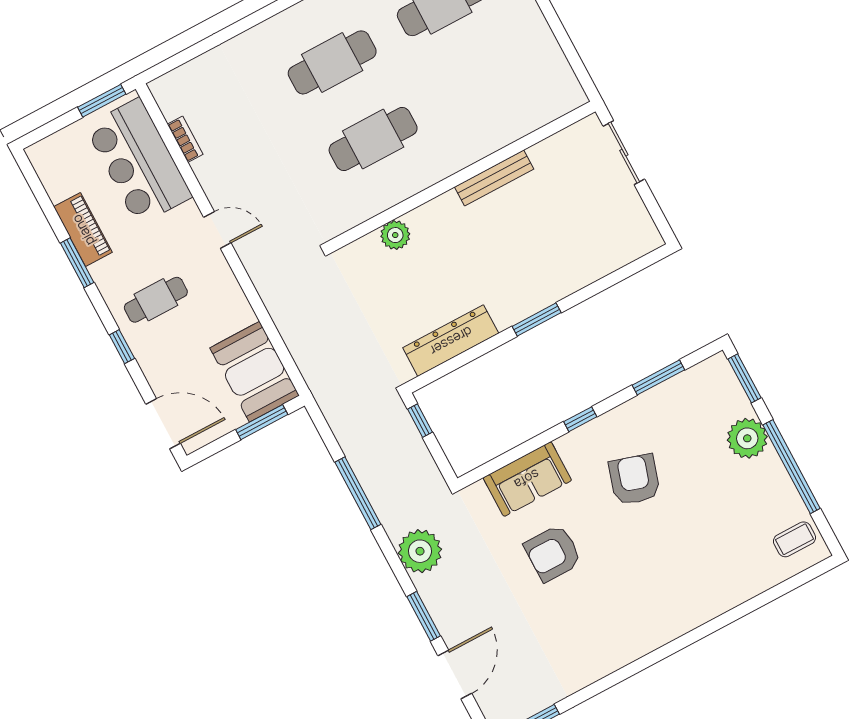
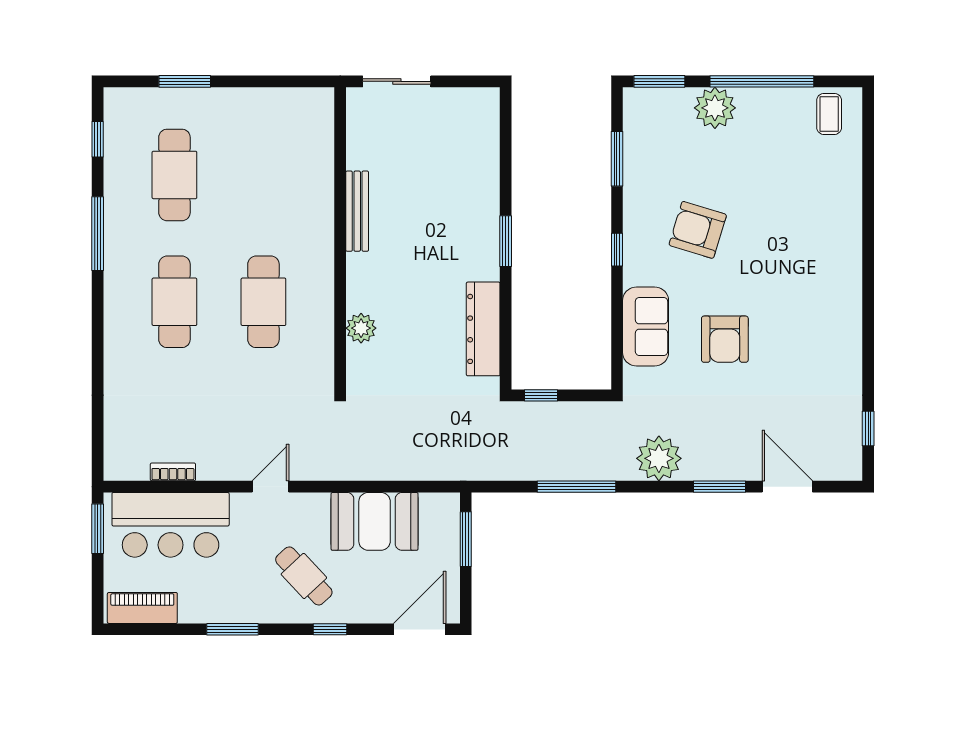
piano: (83, 230) -> (142, 608), moved
cafe table: (156, 300) -> (304, 576), turned -43
booth: (255, 372) -> (375, 521), moved

